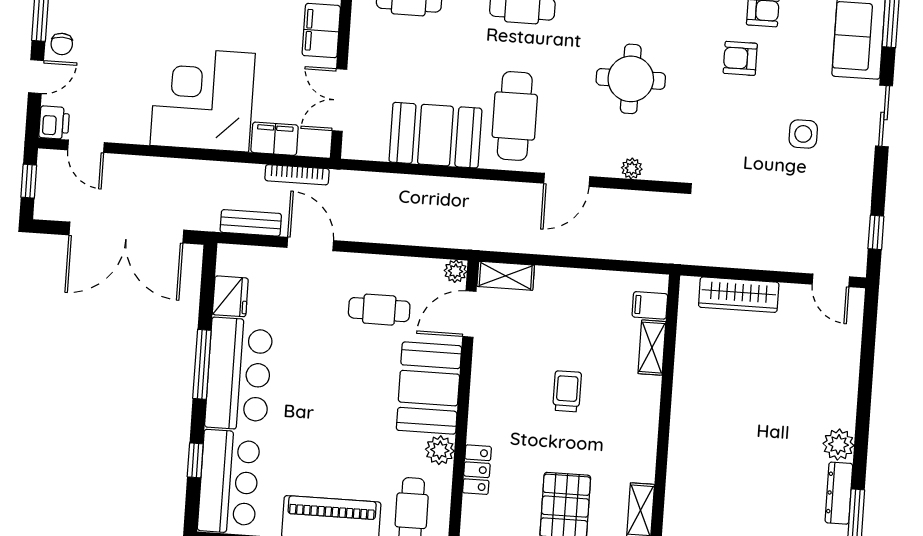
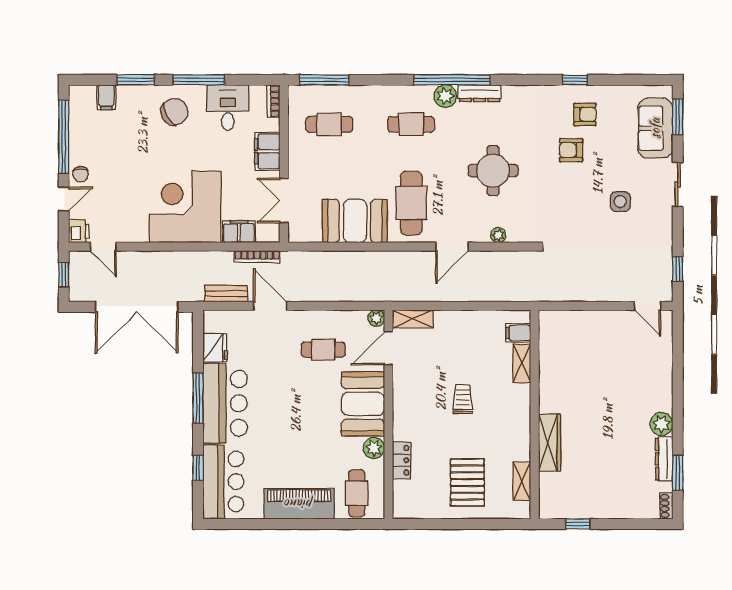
wardrobe: (739, 295) -> (550, 443), moved, turned -90

